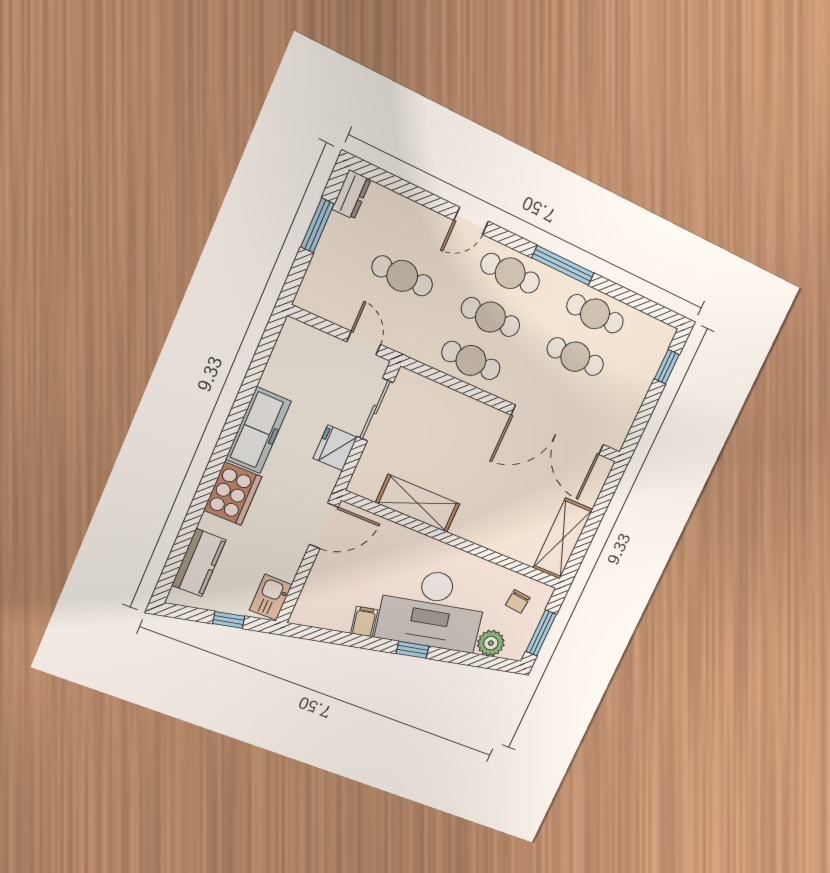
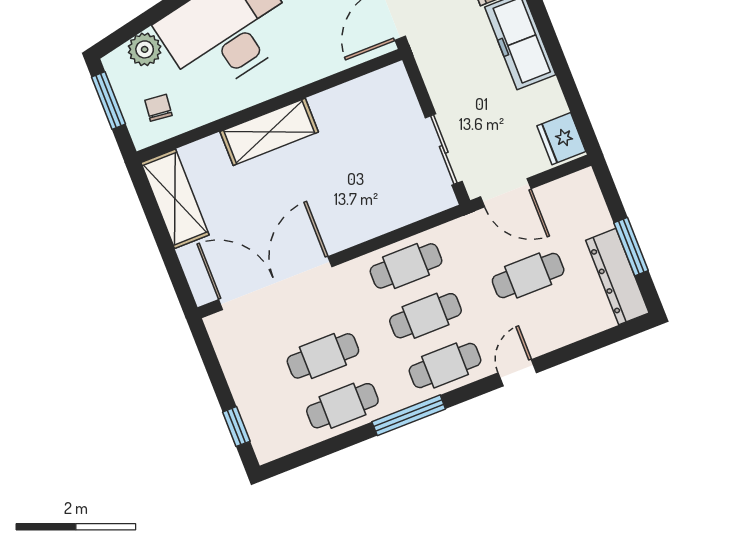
dresser: (351, 195) -> (617, 277), width x1.96, depth x1.24
door: (364, 343) -> (506, 193), width x1.38
fridge: (335, 448) -> (561, 139), moved, turned 180
shelving: (418, 503) -> (269, 132), moved

